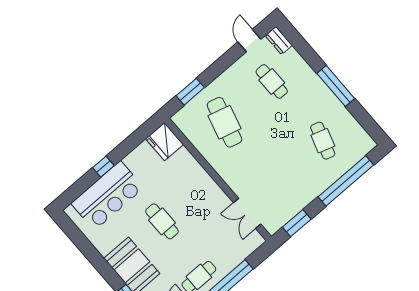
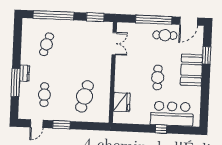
dresser: (279, 40) -> (25, 73), moved
window: (336, 86) -> (16, 83), moved
window: (190, 92) -> (61, 125), moved
fridge: (165, 142) -> (122, 102), moved

